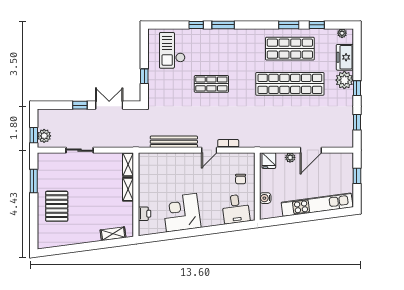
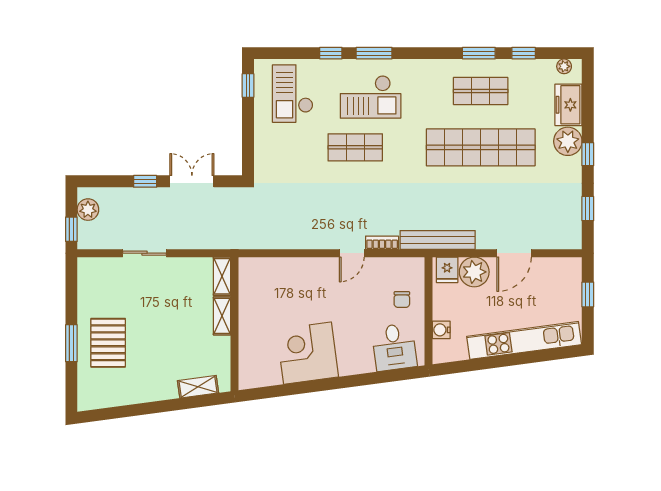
shop shelf: (290, 49) -> (481, 91), width x0.70, depth x0.74
checkout: (221, 52) -> (371, 97), added
window: (144, 76) -> (248, 86), moved
plant: (44, 136) -> (88, 210), moved
bench: (174, 142) -> (438, 240), moved
plant: (290, 157) -> (474, 272), width x1.88, depth x1.88
window: (34, 181) -> (71, 343), moved
printer: (144, 214) -> (248, 355), removed

